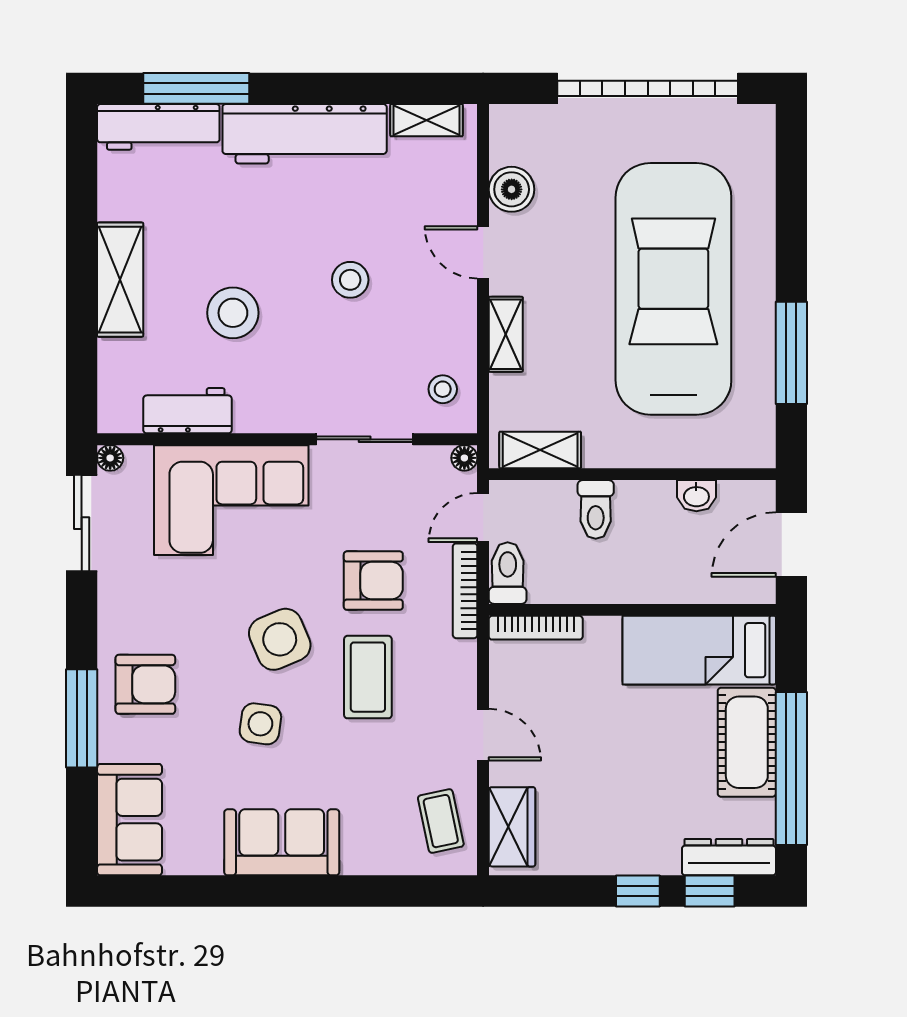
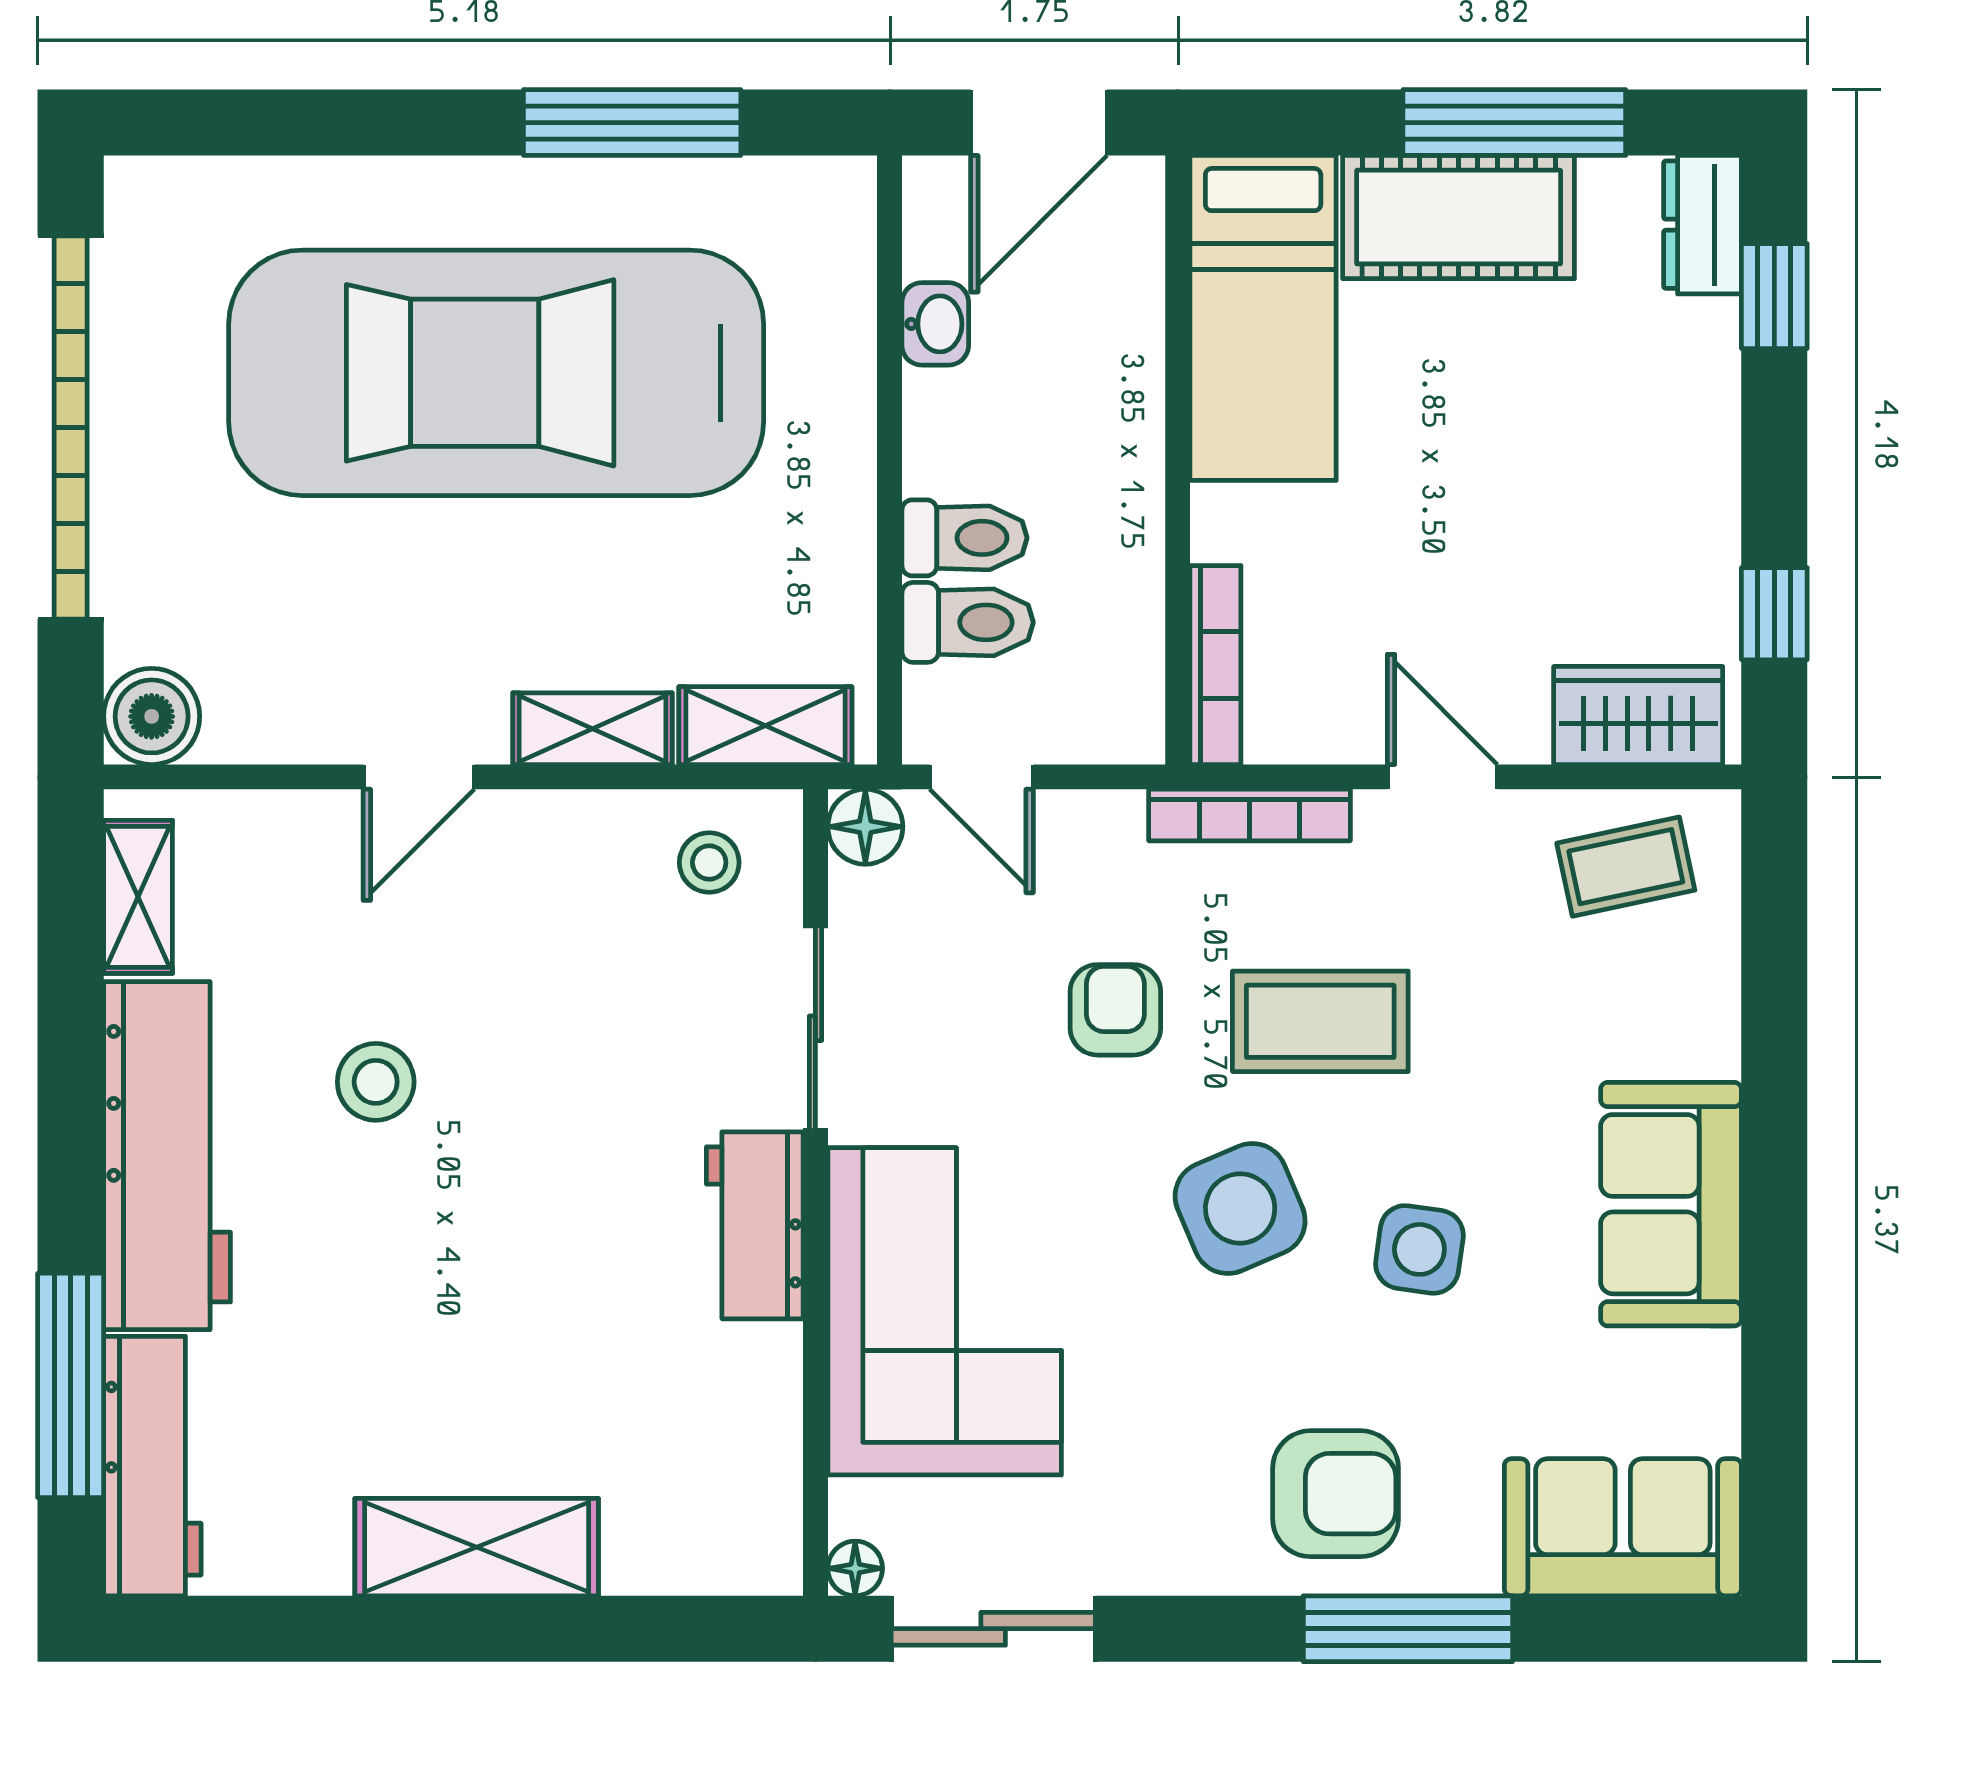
boiler: (512, 189) -> (152, 716), moved
stool: (350, 280) -> (376, 1082), moved
stool: (233, 313) -> (547, 1308), removed
workbench: (187, 411) -> (755, 1225), moved
shelving: (540, 450) -> (765, 726), moved, turned 90
floor lamp: (464, 458) -> (865, 827), width x1.37, depth x1.37
door: (791, 545) -> (1039, 123), hinge flipped
toilet: (508, 573) -> (968, 622), moved, turned 180
armchair: (373, 581) -> (1115, 1010), width x0.72, depth x0.72
bookcase: (465, 591) -> (1249, 815), moved
armchair: (145, 684) -> (1336, 1494), turned 90
door: (483, 735) -> (1442, 777), hinge flipped
window: (791, 768) -> (1514, 123), width x0.68
dresser: (729, 857) -> (1702, 225), width x0.70
window: (638, 891) -> (1774, 614), moved

